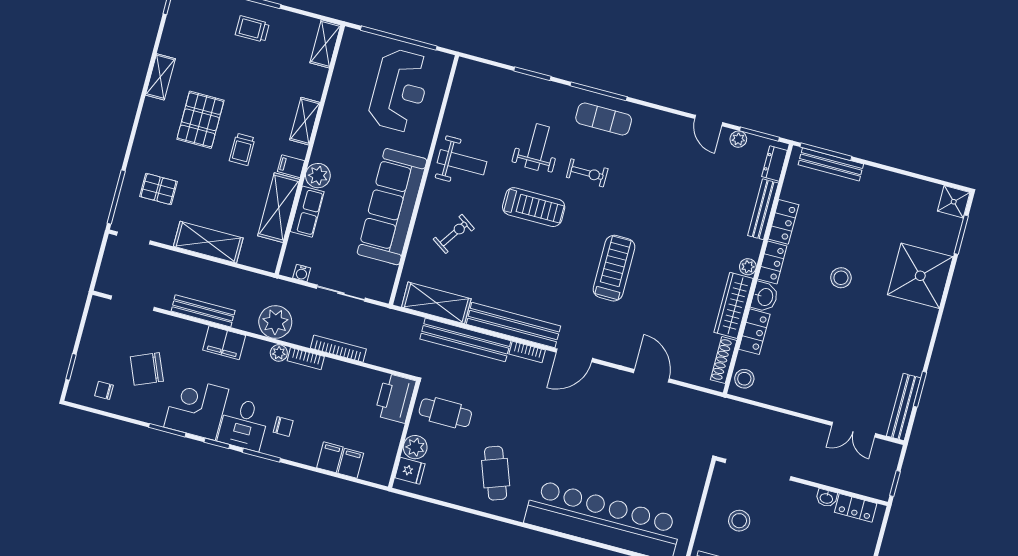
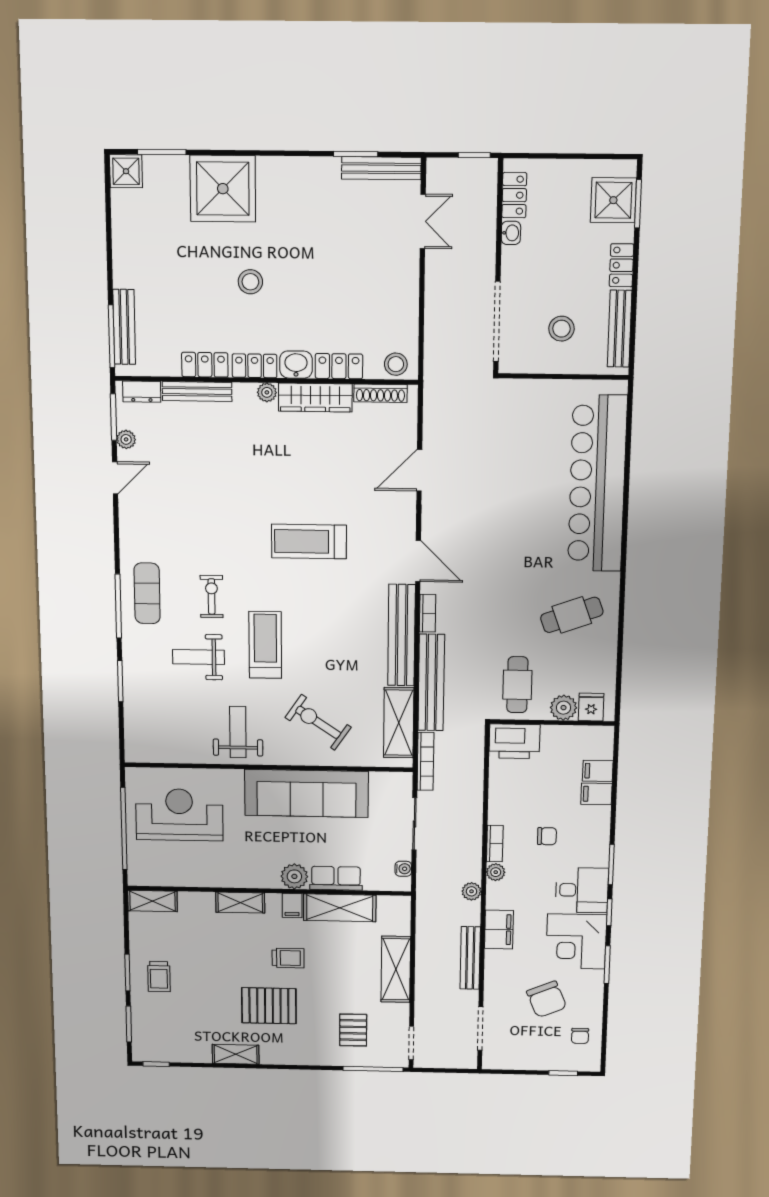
exercise bike: (454, 234) -> (318, 722), width x1.38, depth x1.39
plant: (275, 322) -> (471, 891), width x0.53, depth x0.53
bookcase: (338, 349) -> (425, 761), moved, turned 180
chair: (283, 426) -> (547, 836), moved, turned 90

